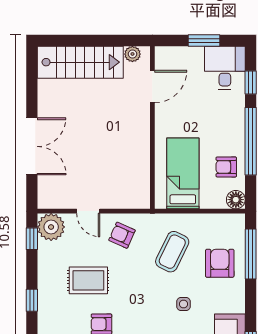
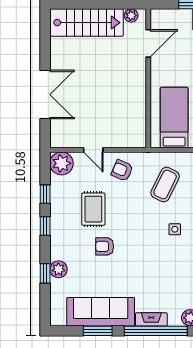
window: (32, 239) -> (45, 194), moved
rug: (88, 280) -> (93, 209), turned 90

